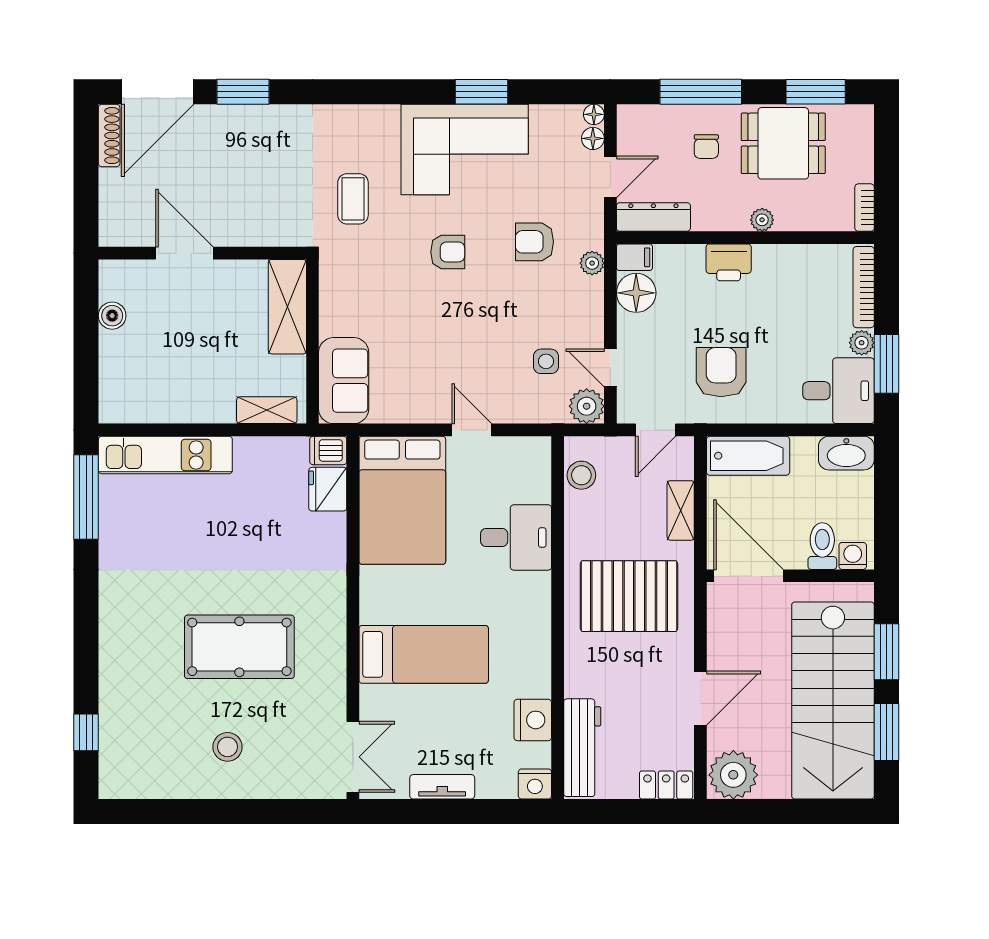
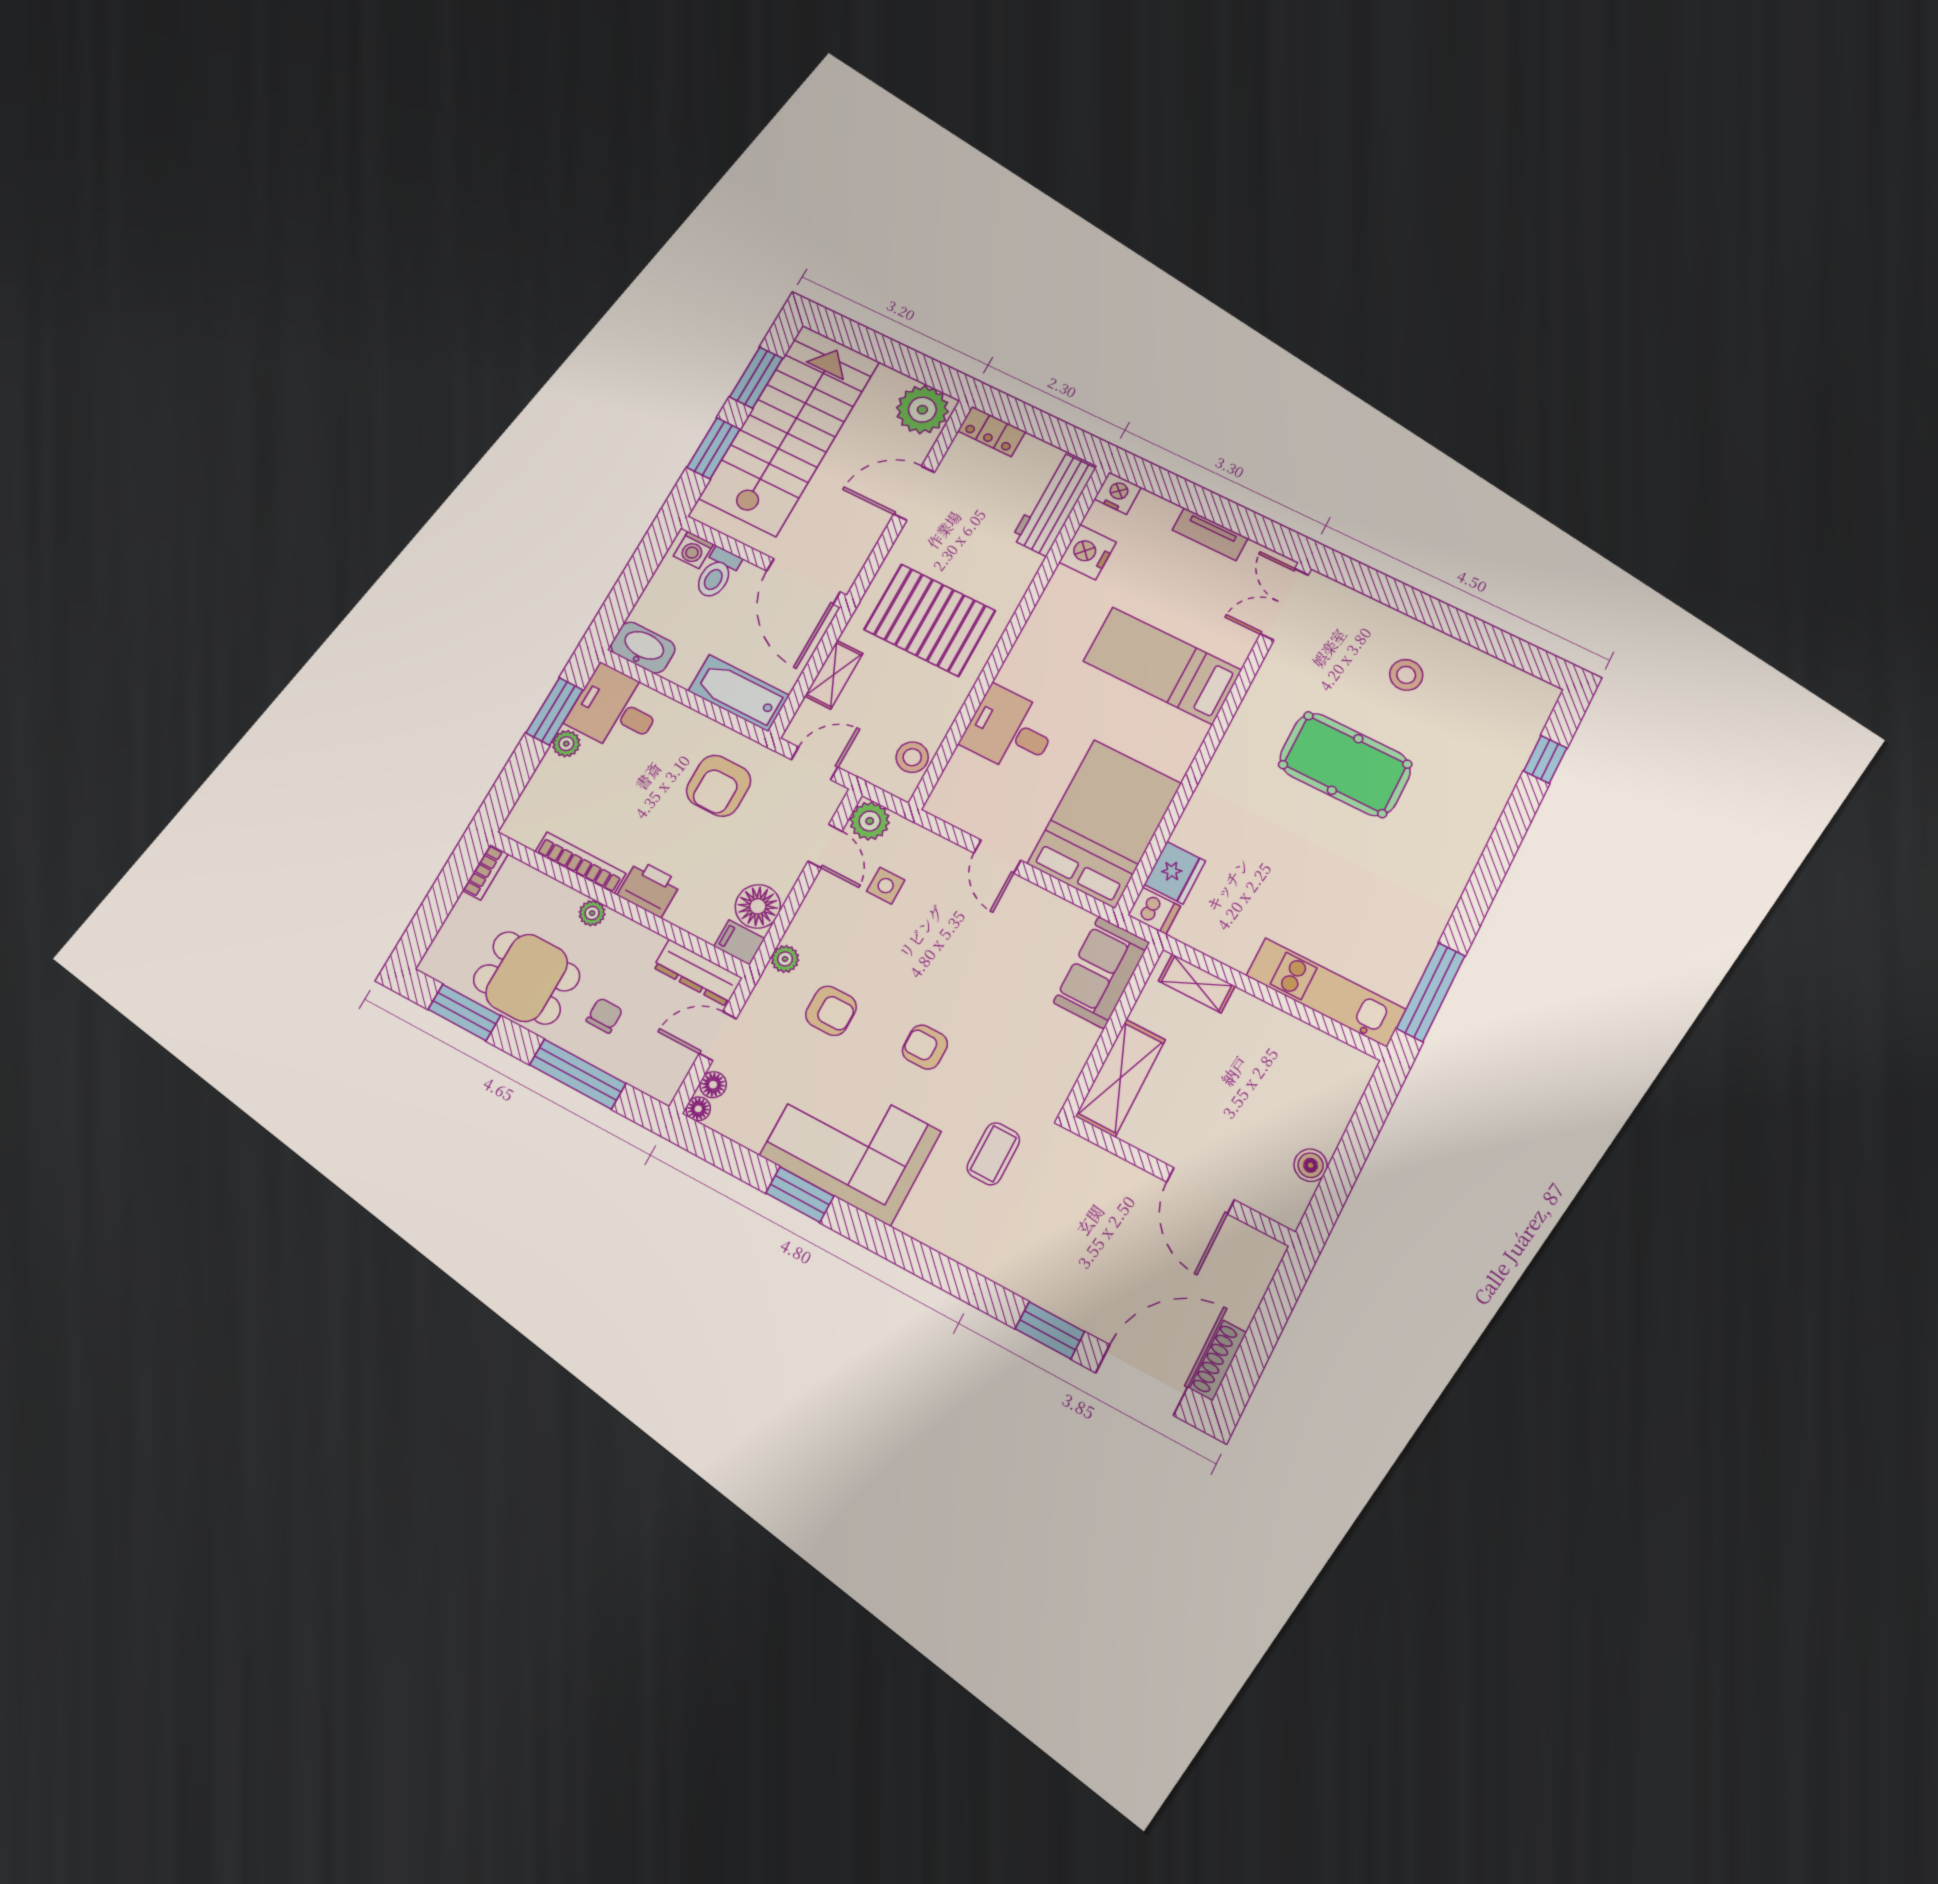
bookcase: (864, 287) -> (580, 863), moved, turned -90

